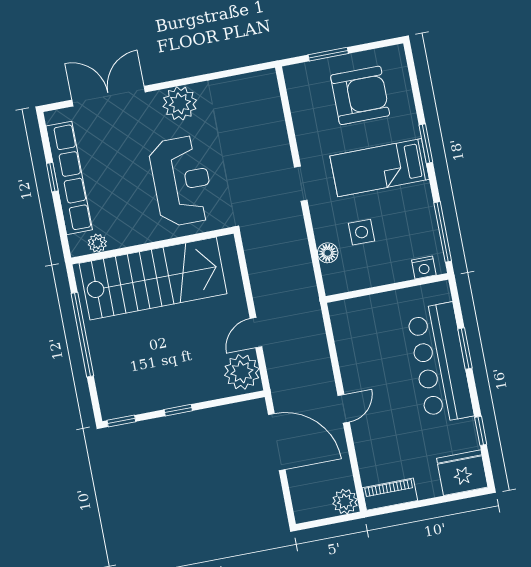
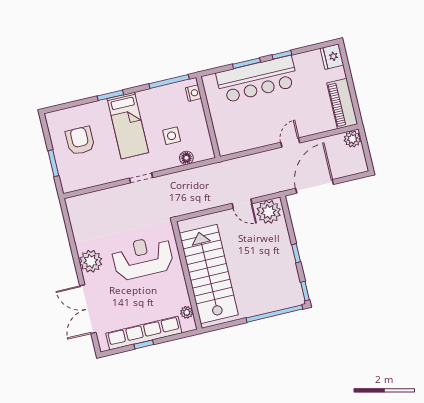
armchair: (360, 95) -> (80, 141), width x0.73, depth x0.73
window: (82, 335) -> (274, 314), moved
door: (344, 409) -> (290, 143), hinge flipped
window: (481, 431) -> (282, 55), moved
fridge: (462, 473) -> (332, 57), width x0.73, depth x0.75
piano: (390, 494) -> (342, 104), width x1.37, depth x1.33

